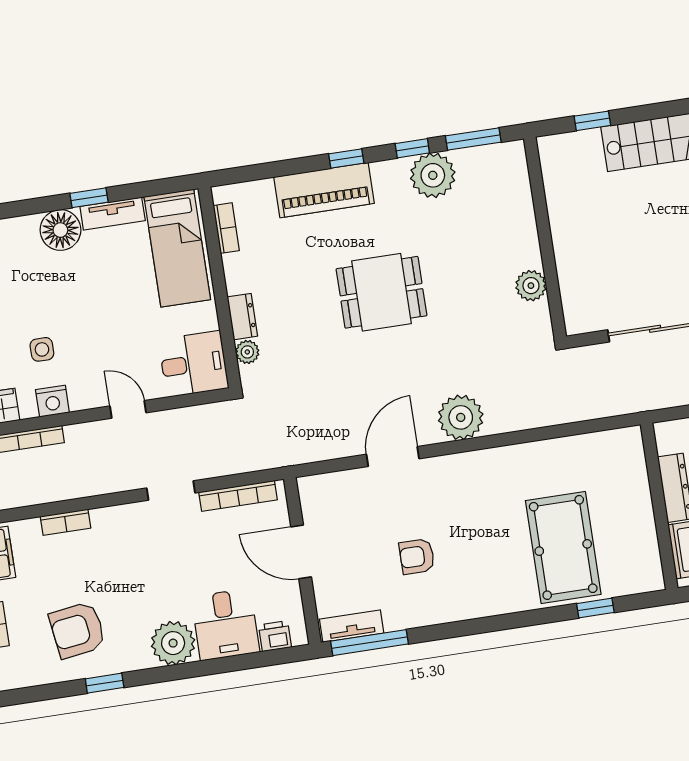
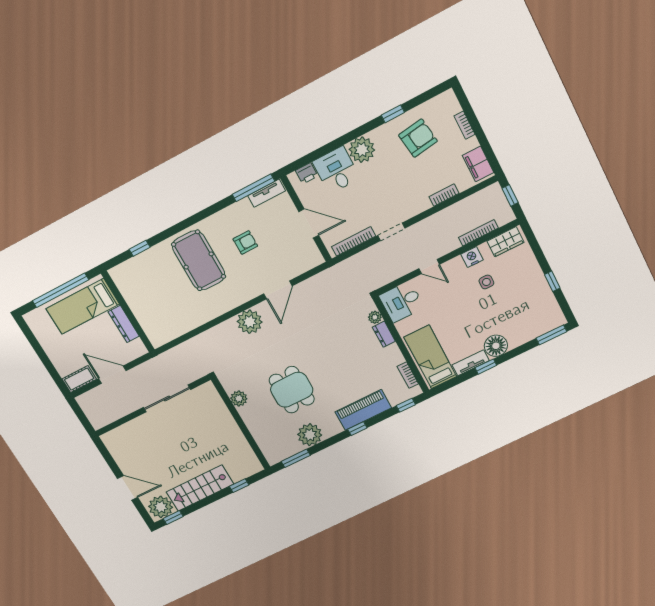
window: (412, 148) -> (406, 405), moved
dining table: (381, 292) -> (292, 390), moved, turned 90
pool table: (563, 547) -> (199, 260), moved

